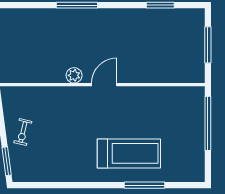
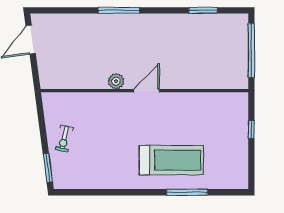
window: (208, 45) -> (251, 50), width x1.46
window: (208, 123) -> (251, 130), width x0.32

